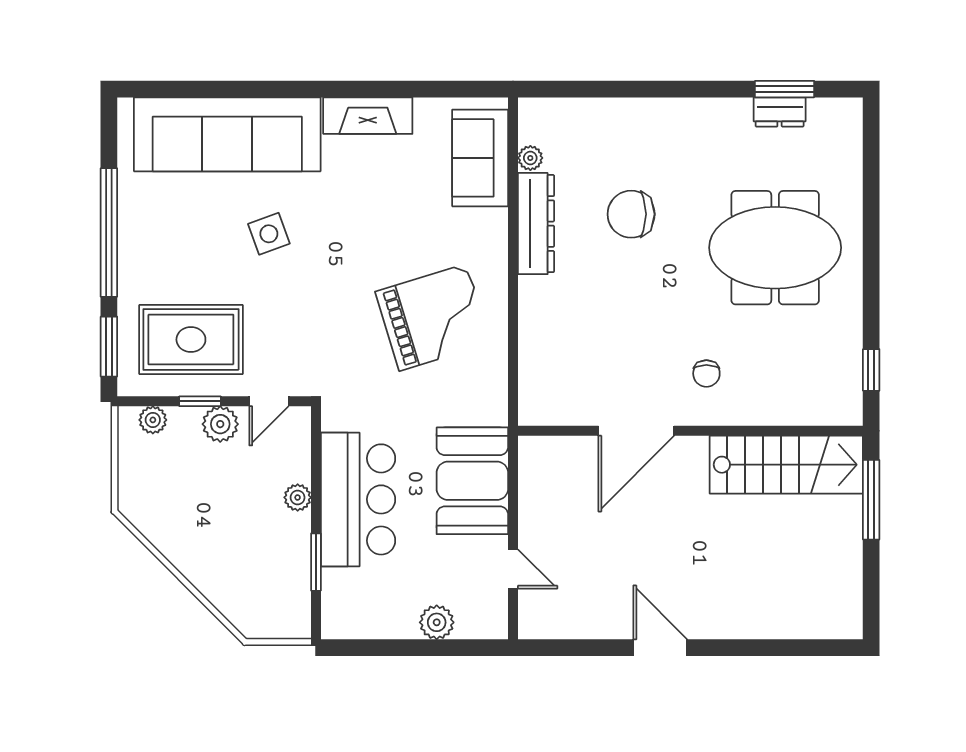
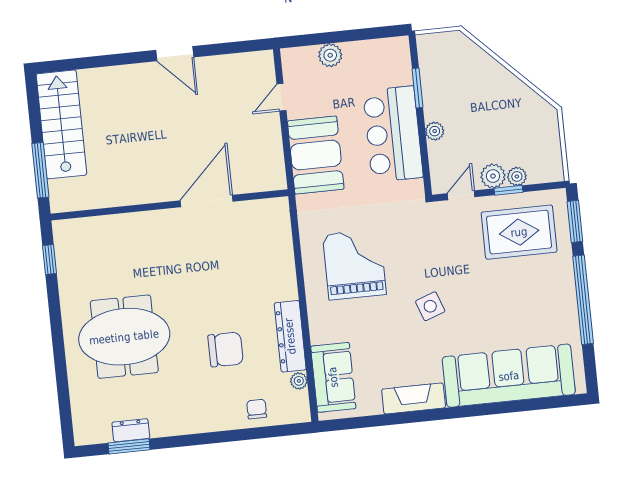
side table: (269, 234) -> (430, 306), moved
grand piano: (433, 317) -> (354, 264), turned 107
chair: (706, 373) -> (257, 409), moved
plant: (153, 420) -> (517, 176), moved
stairs: (786, 465) -> (61, 124), moved, turned 90
door: (513, 569) -> (281, 97), hinge flipped

